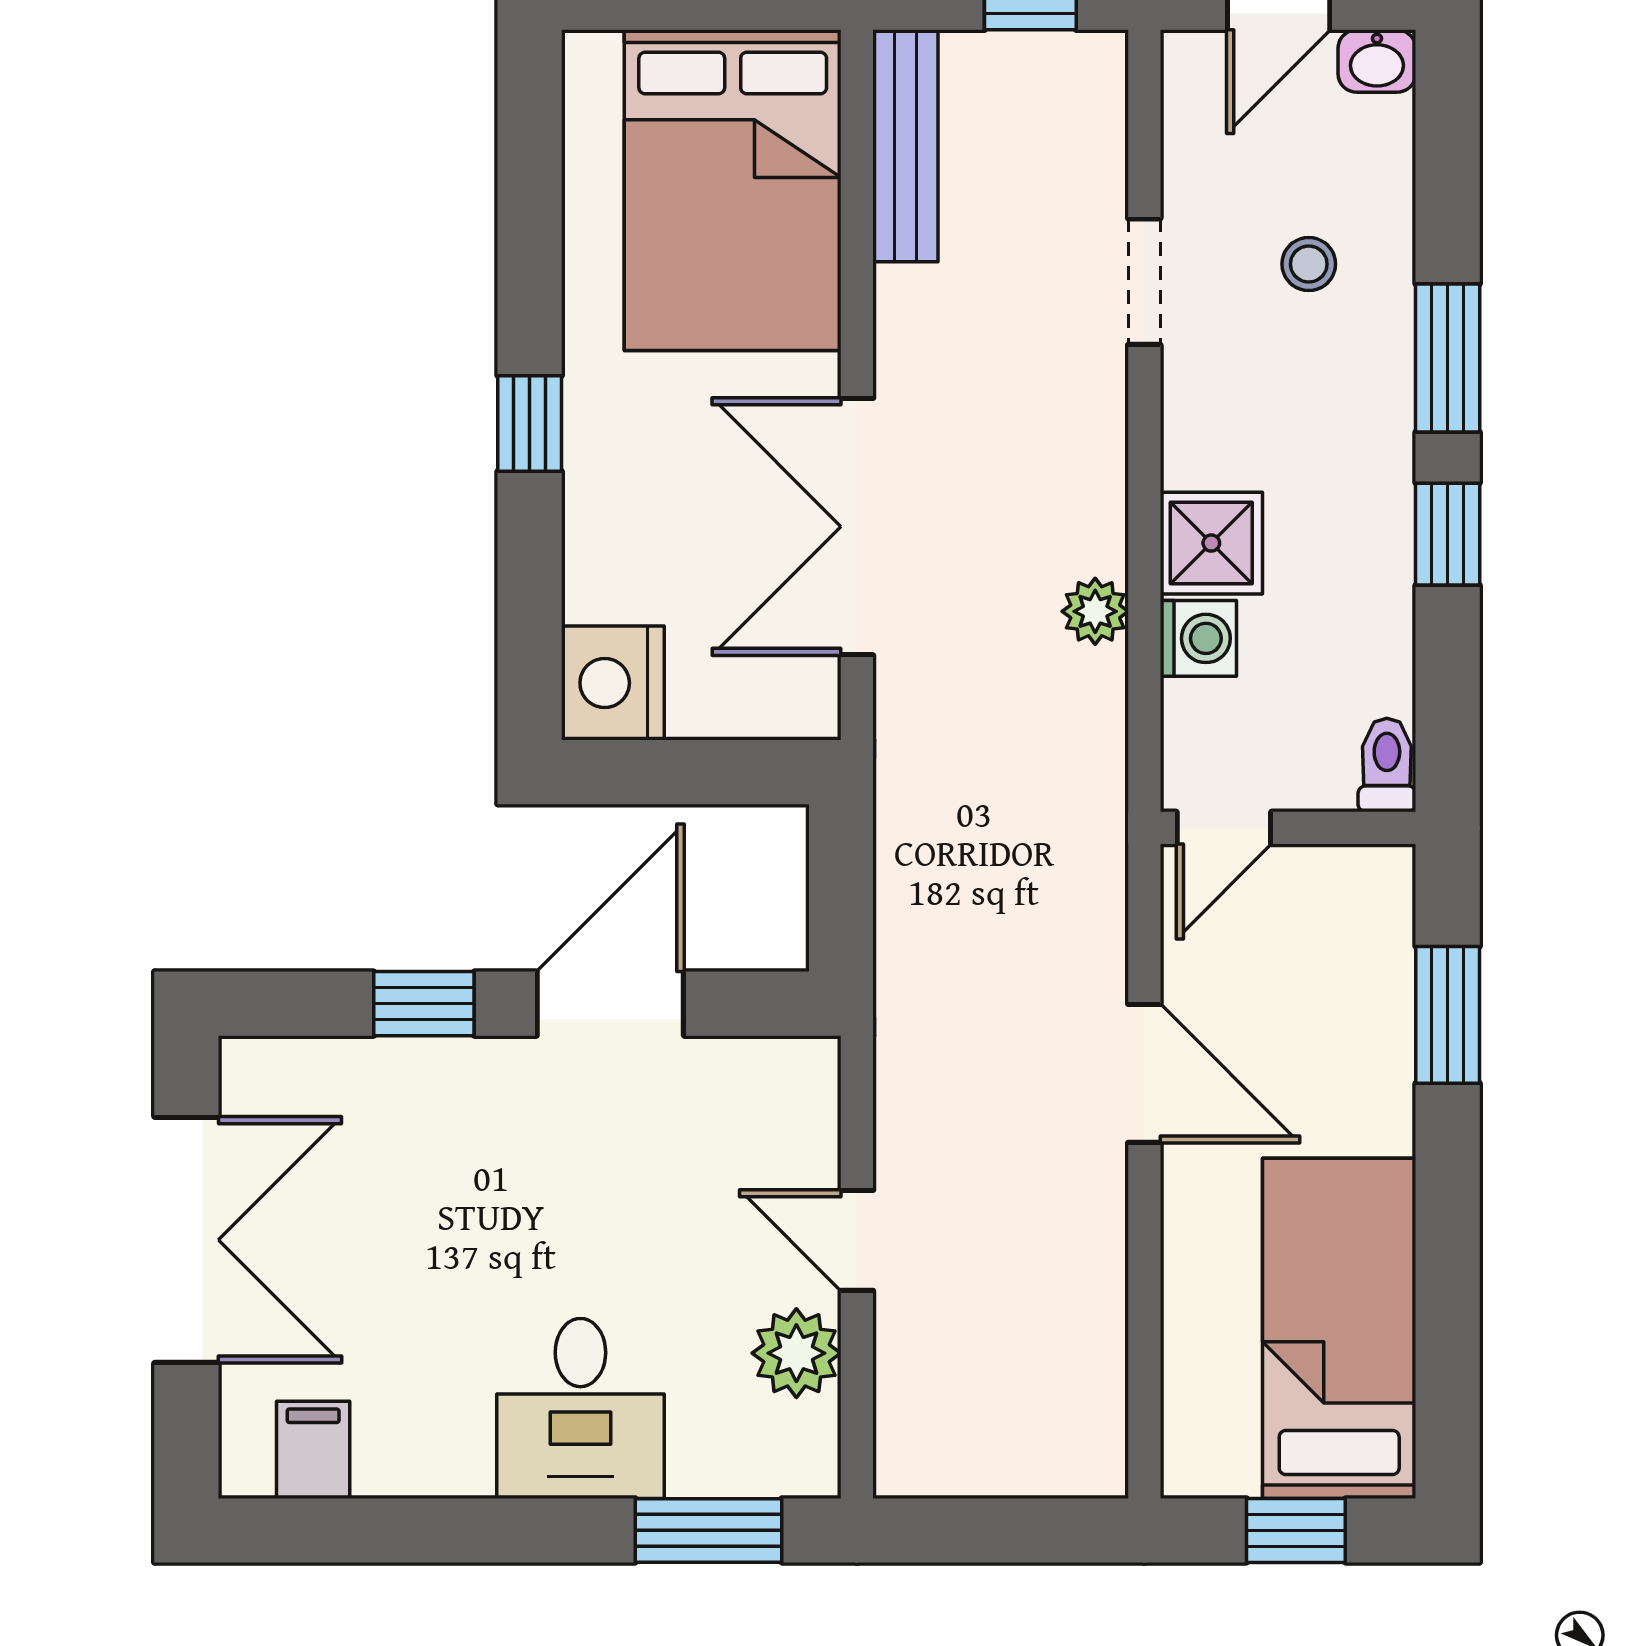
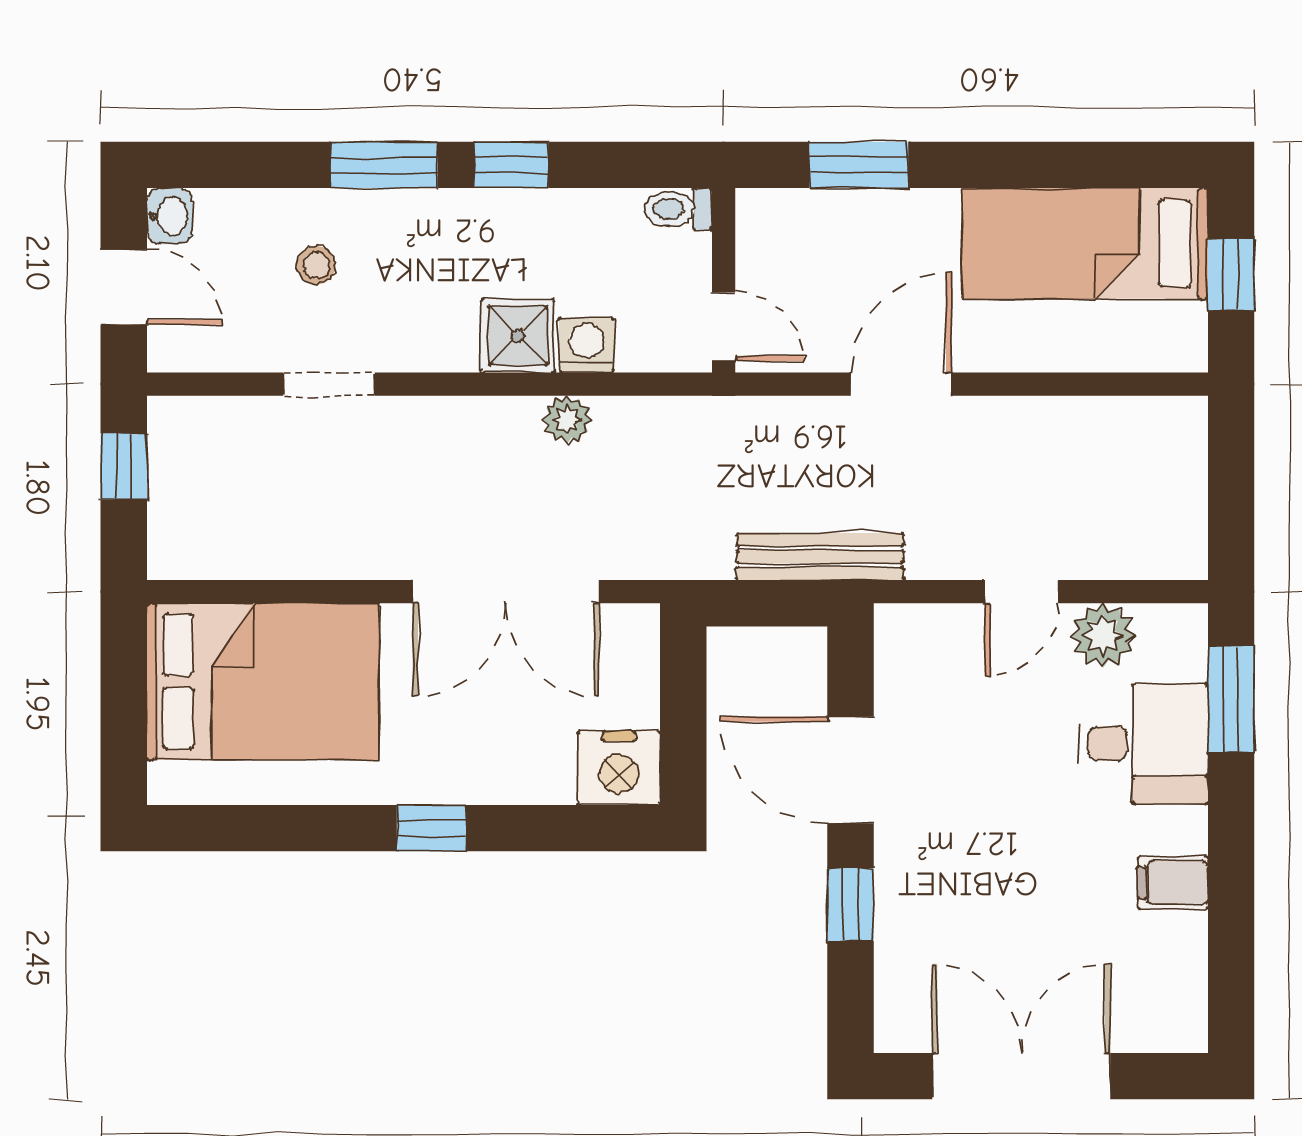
bench: (905, 146) -> (820, 557), moved
desk: (580, 1408) -> (1143, 744), moved
filing cabinet: (313, 1450) -> (1173, 883), moved

